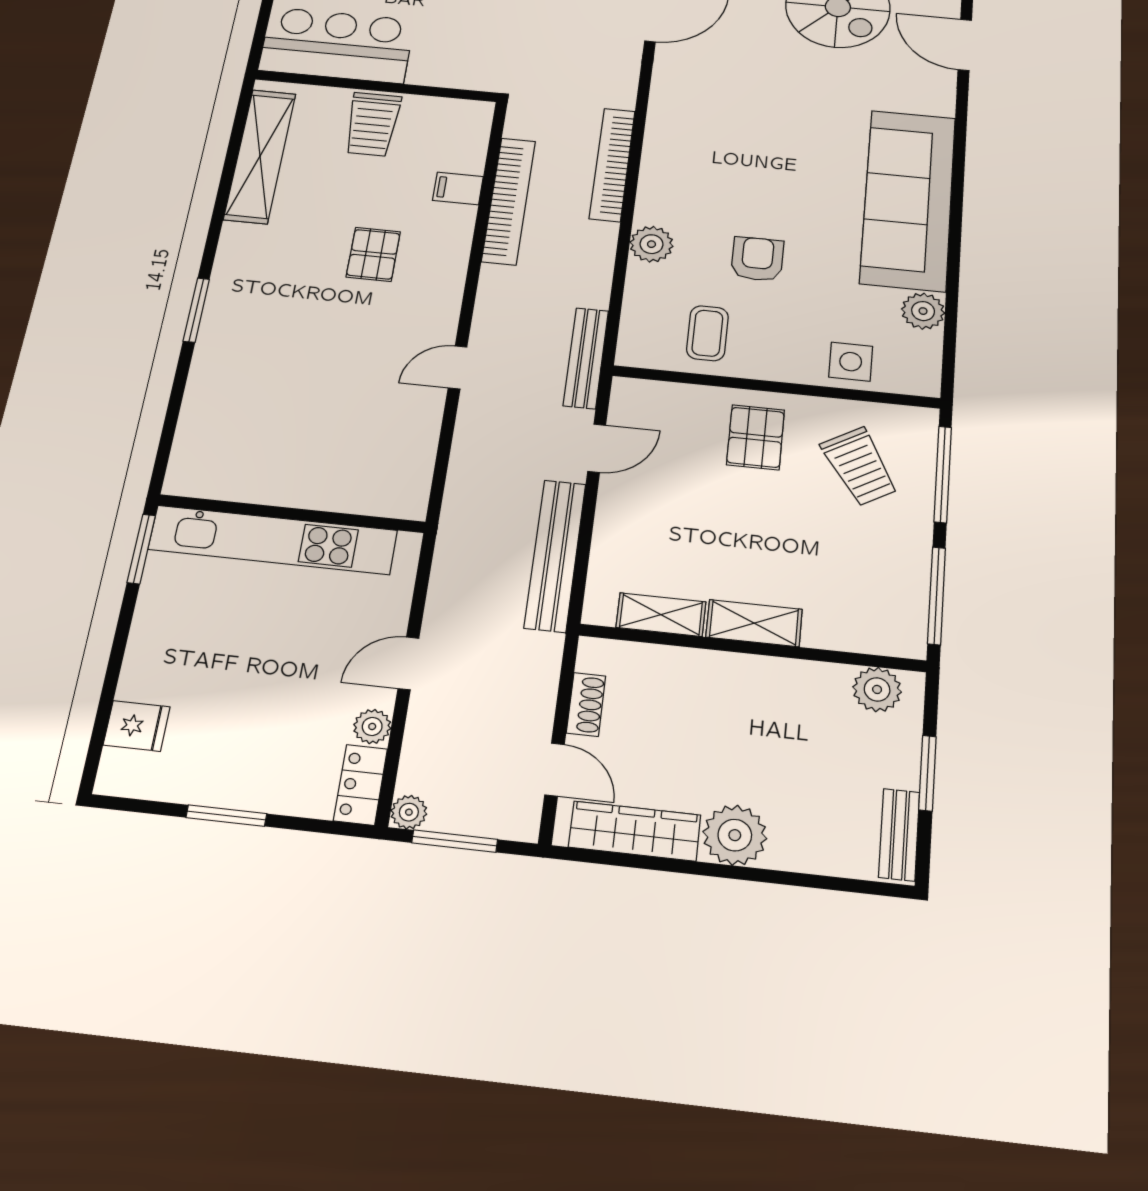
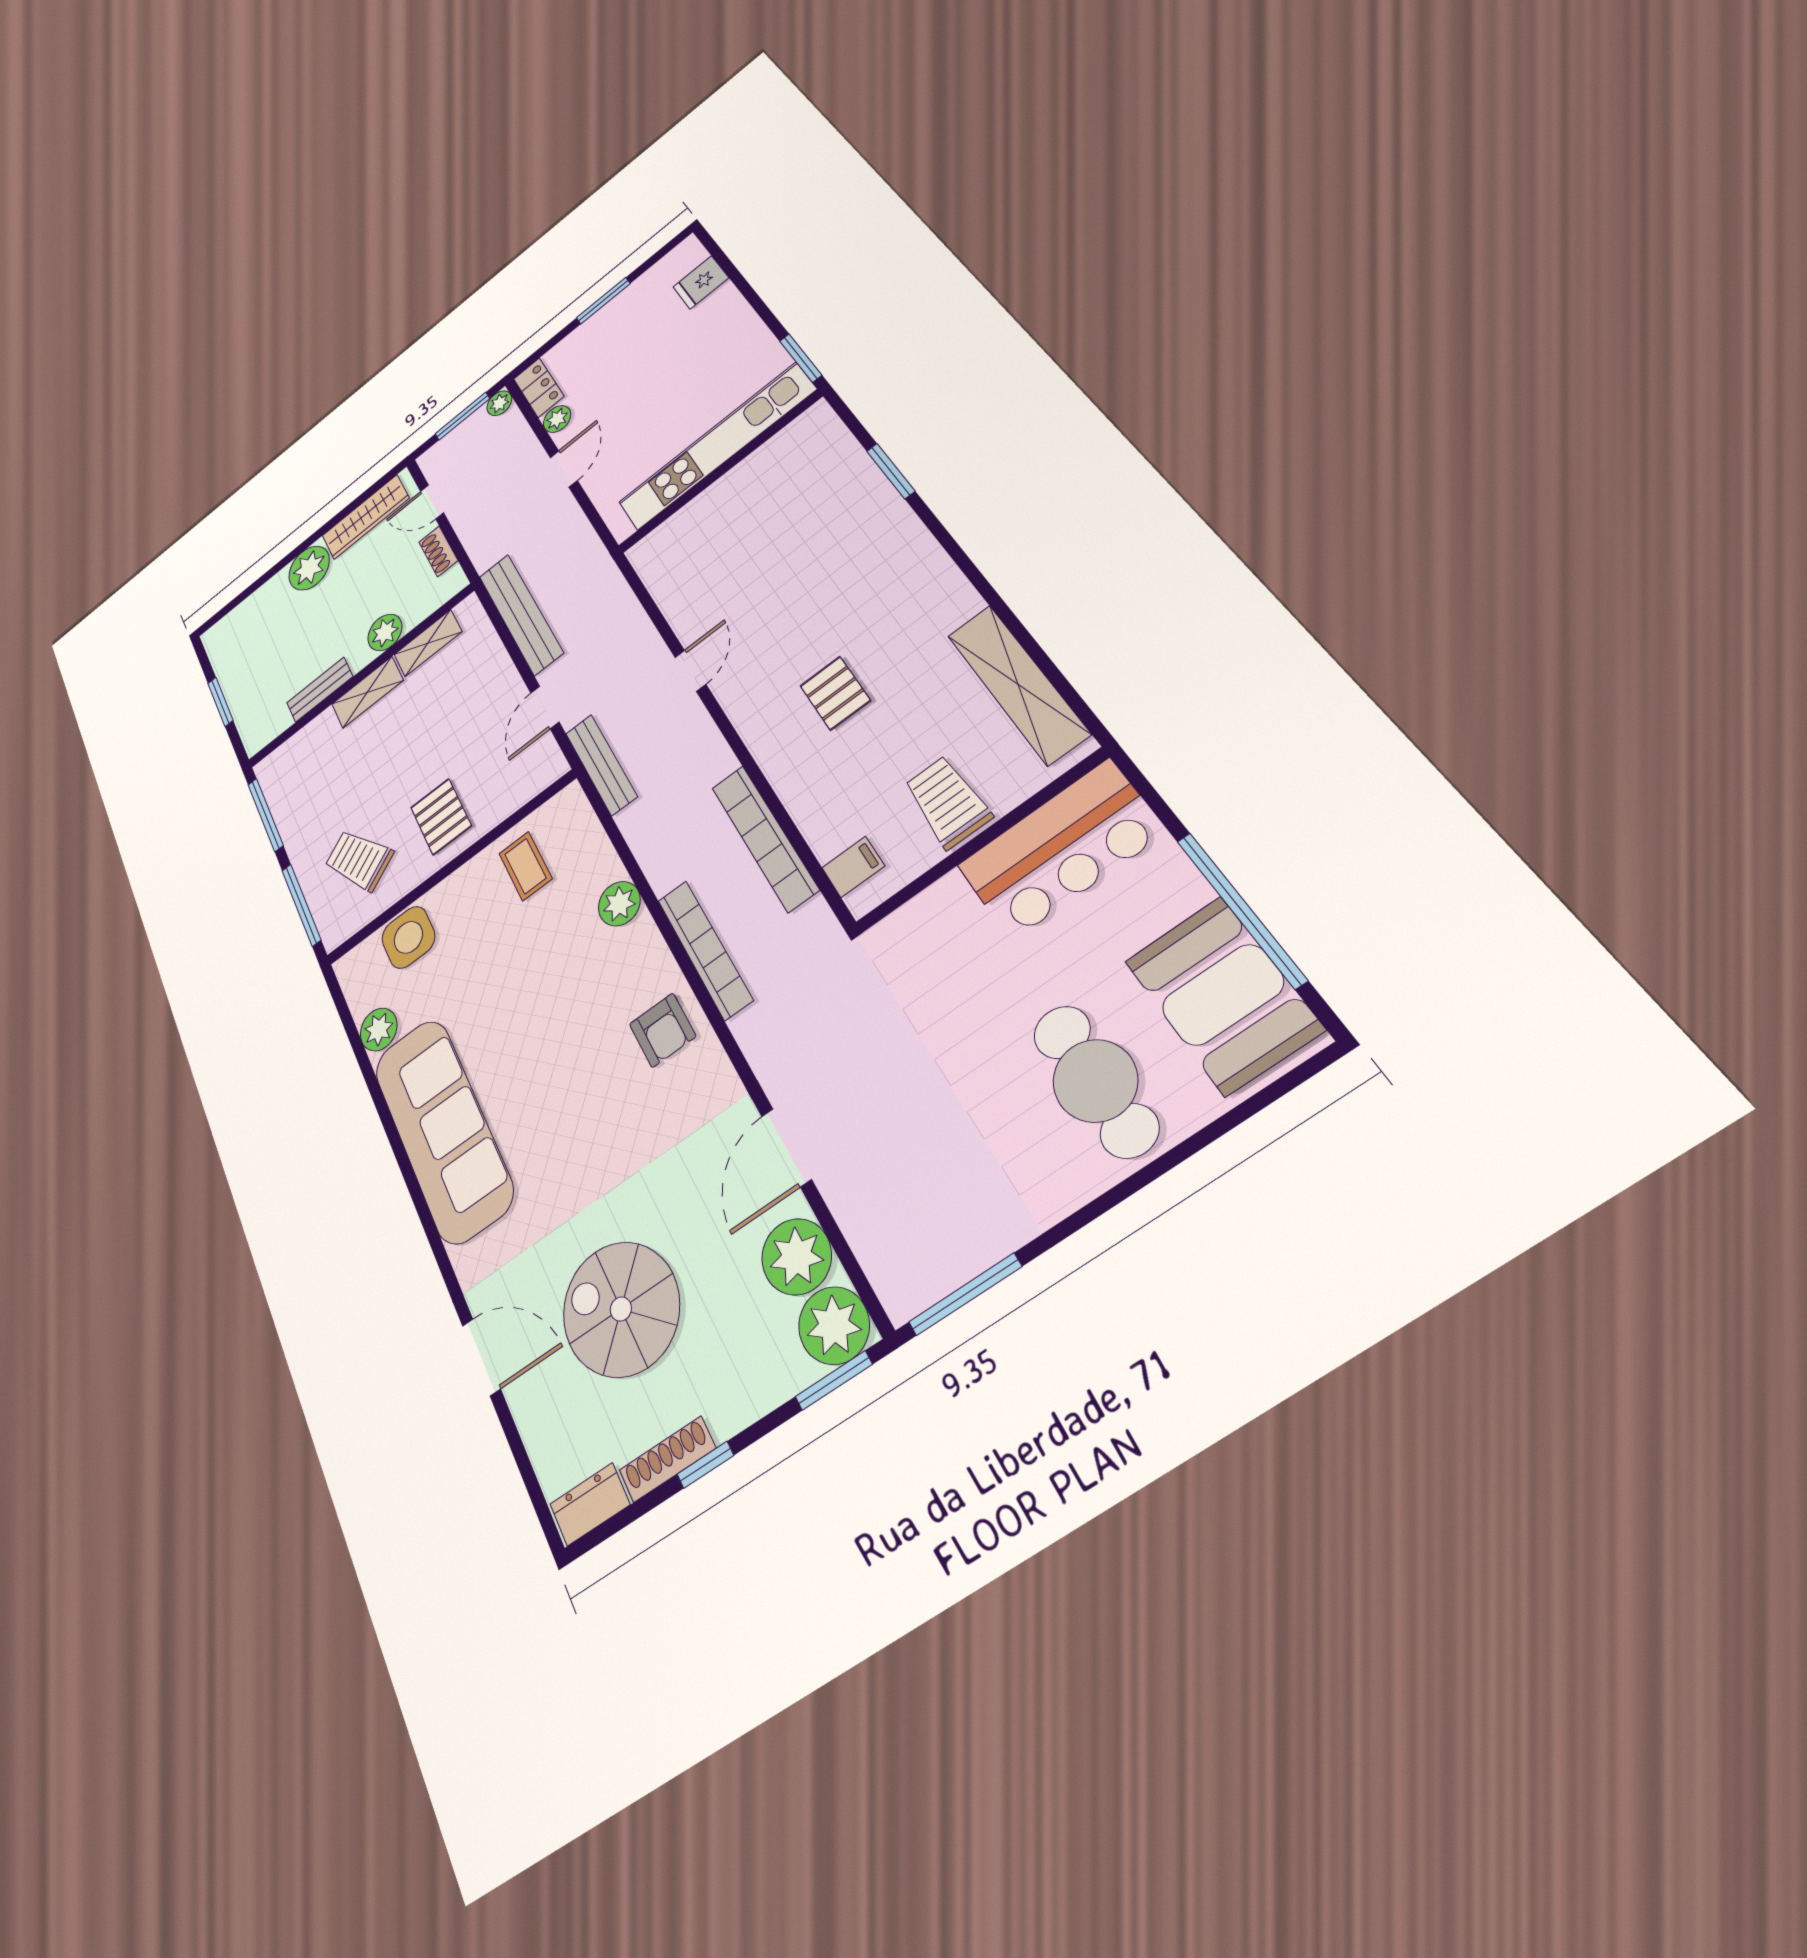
filing cabinet: (458, 188) -> (853, 867), moved
armchair: (757, 259) -> (663, 1030), moved
window: (196, 310) -> (891, 471), moved
side table: (851, 362) -> (408, 937), width x1.37, depth x1.37
plant: (877, 689) -> (385, 632), moved
bench: (899, 835) -> (320, 690), moved, turned 90

